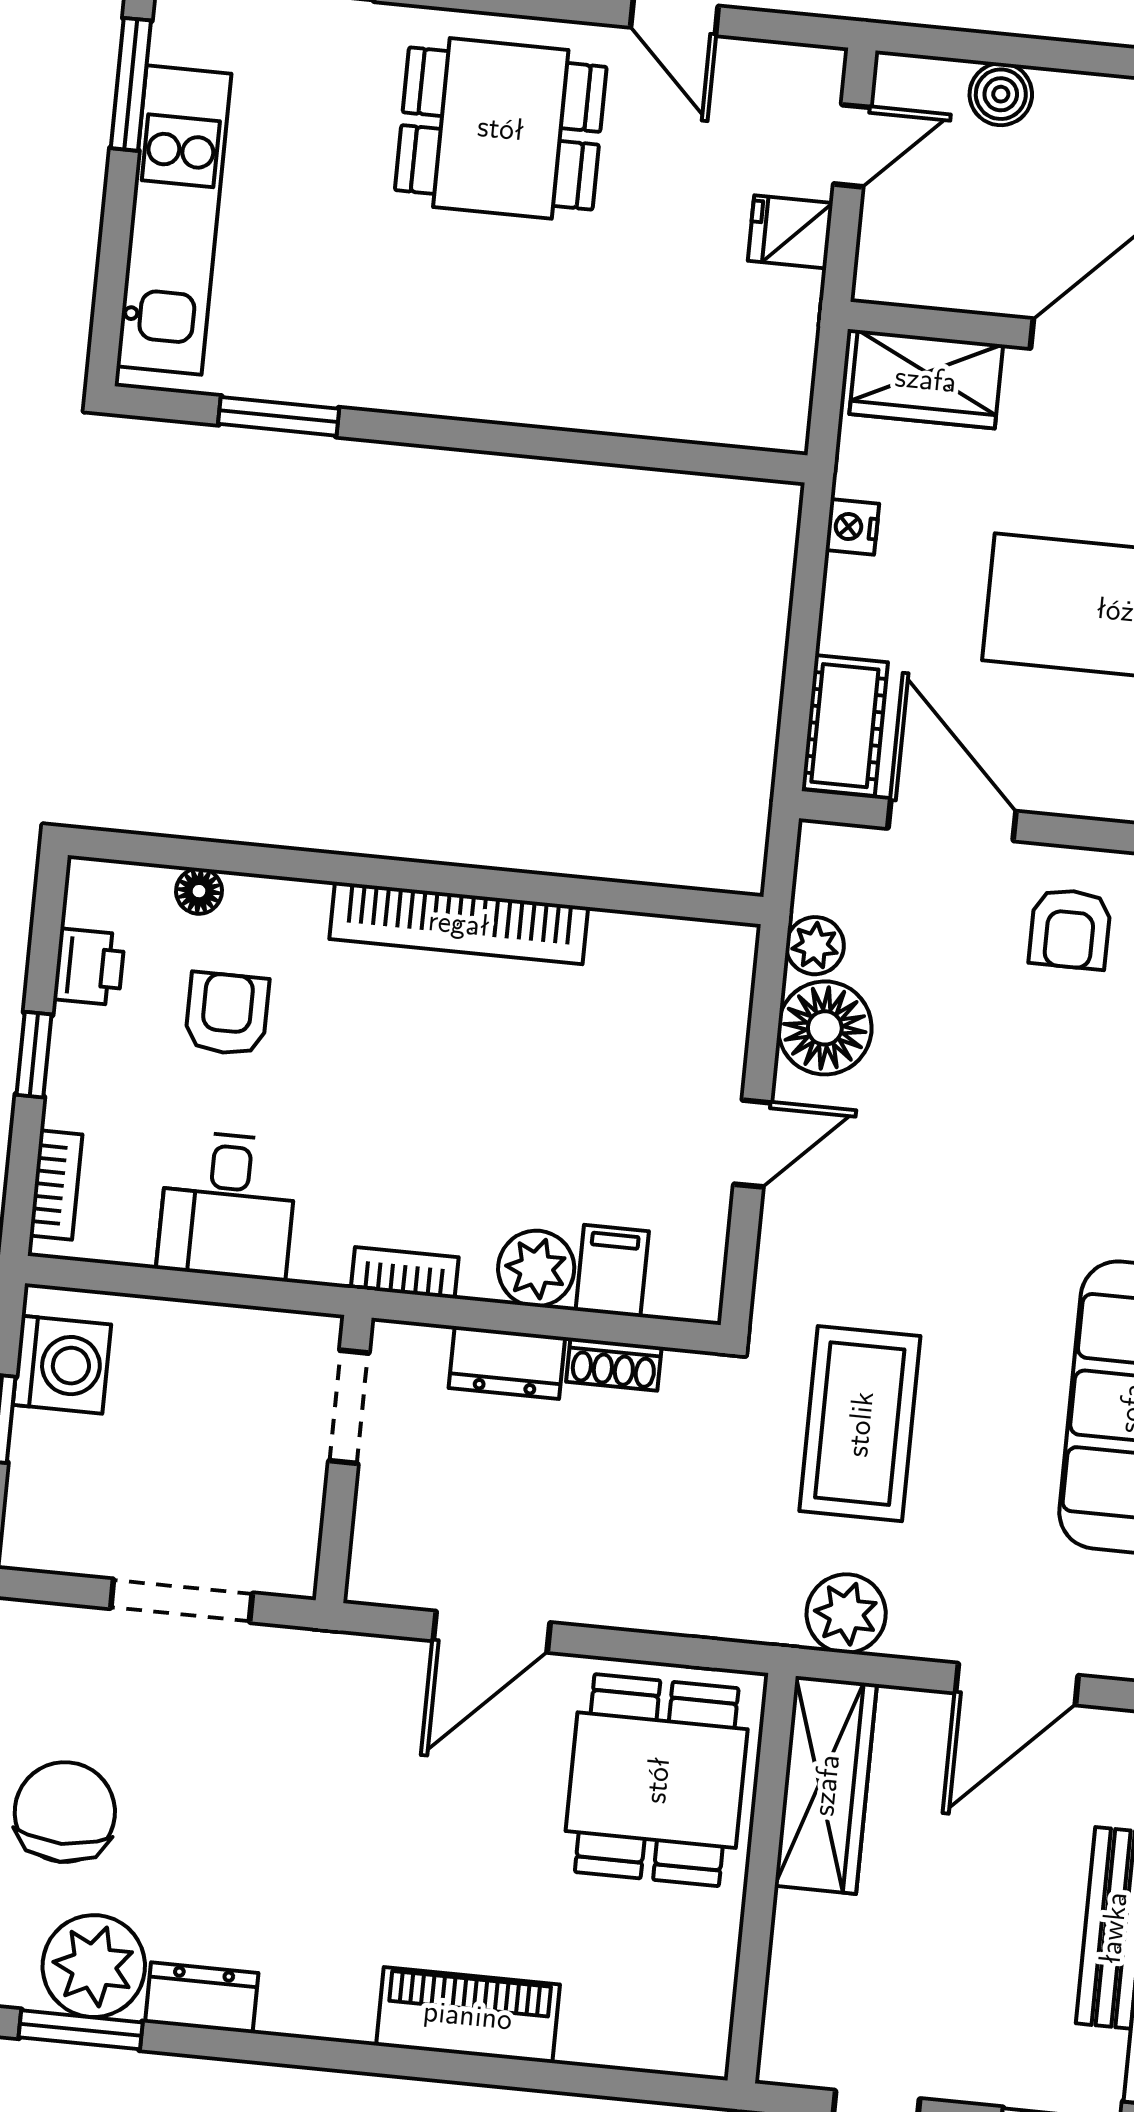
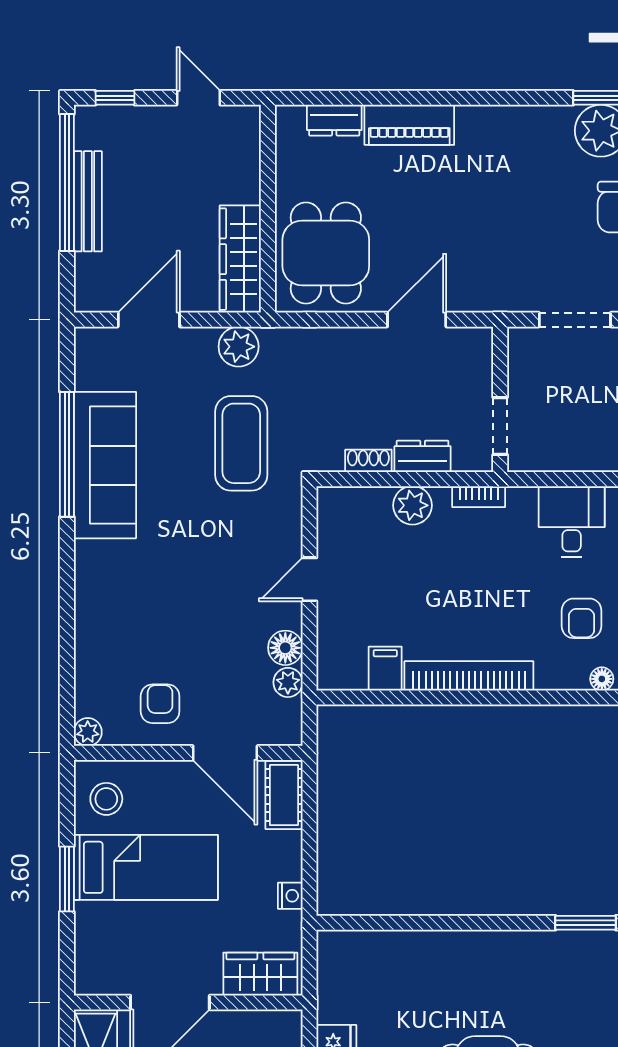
floor lamp: (825, 1028) -> (285, 648), width x0.73, depth x0.73
filing cabinet: (612, 1271) -> (385, 669), moved, turned 180
dresser: (202, 1998) -> (334, 120), moved

